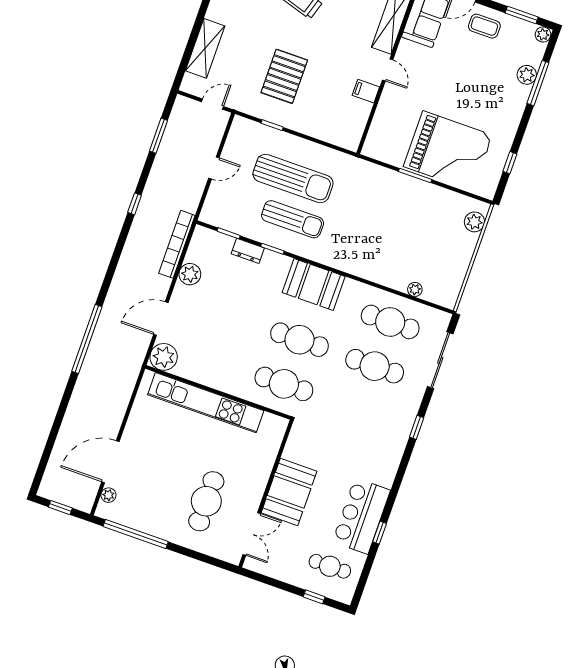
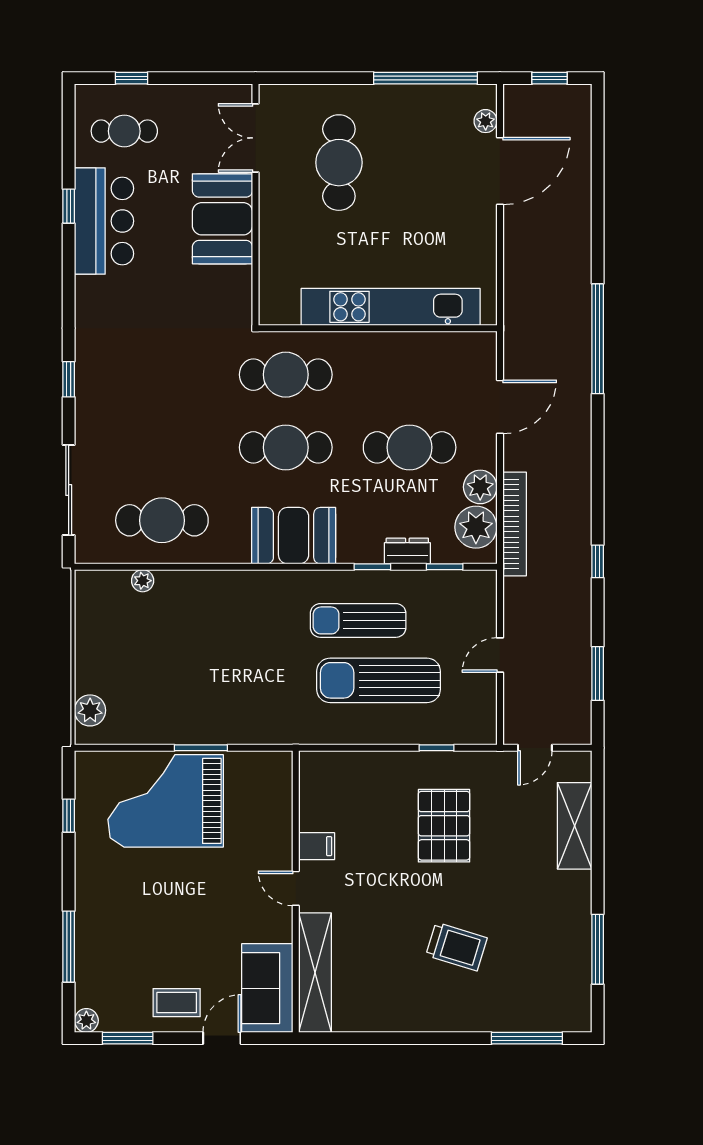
plant: (527, 75) -> (89, 953), removed
plant: (164, 357) -> (476, 527), moved
cafe table: (375, 366) -> (410, 447), moved

